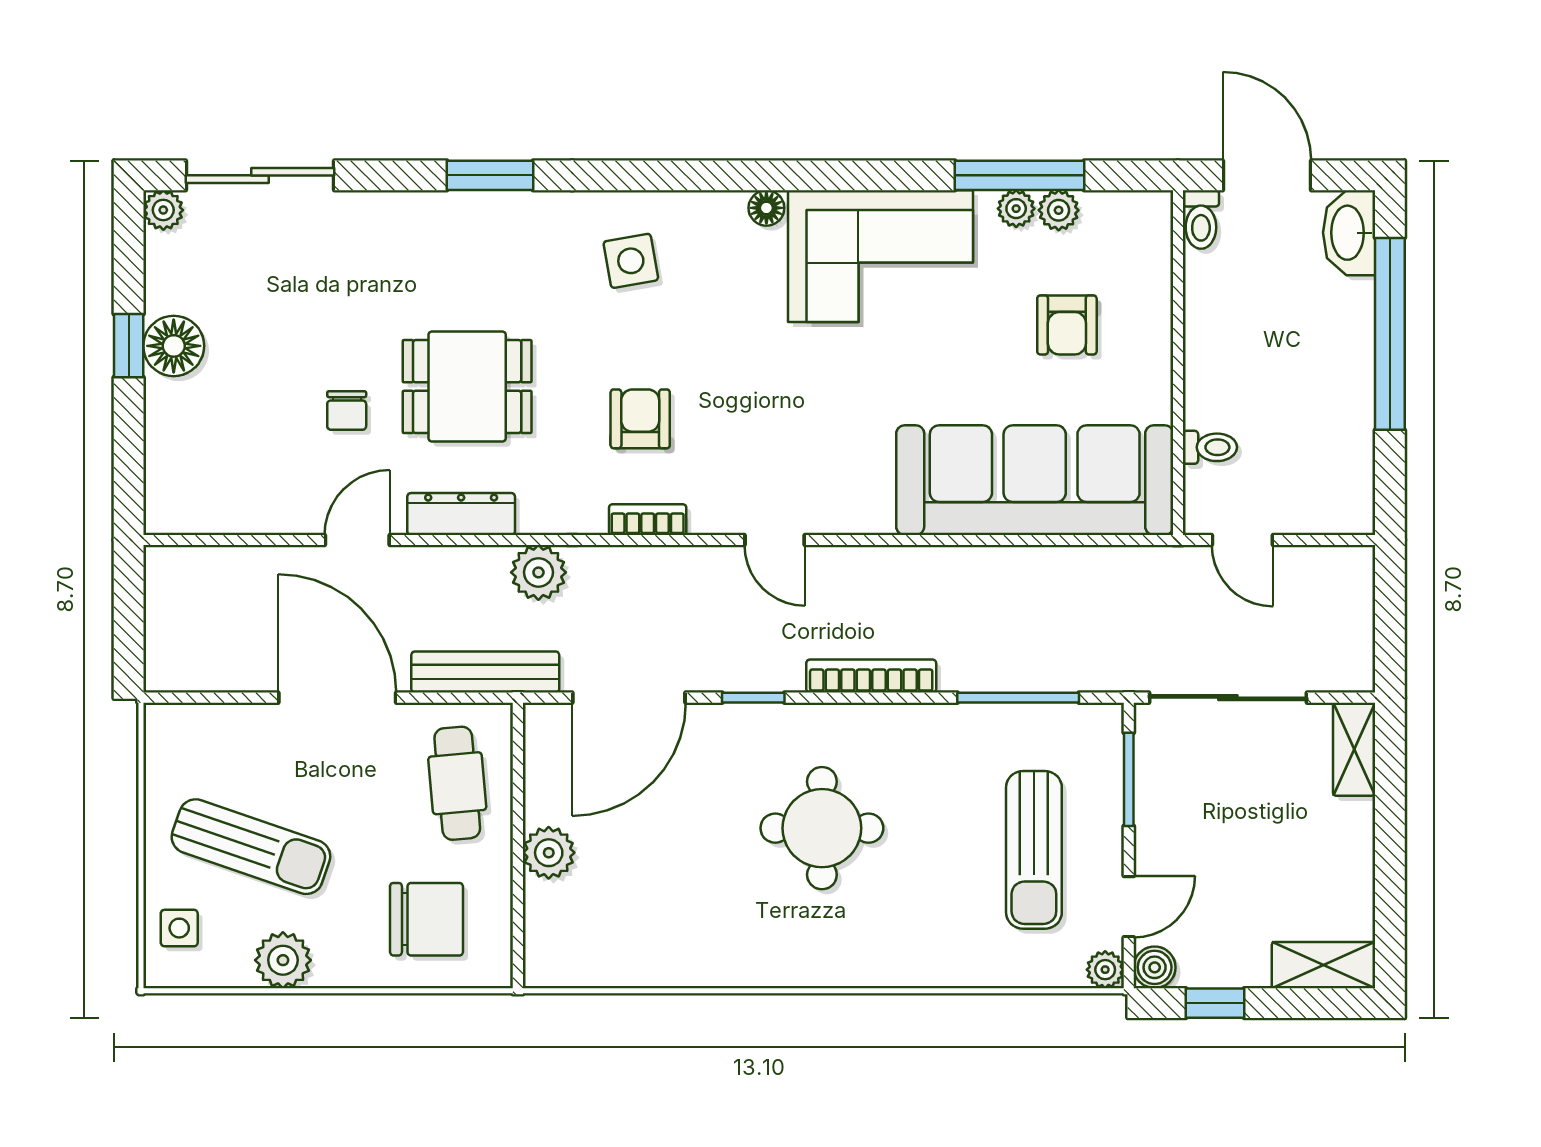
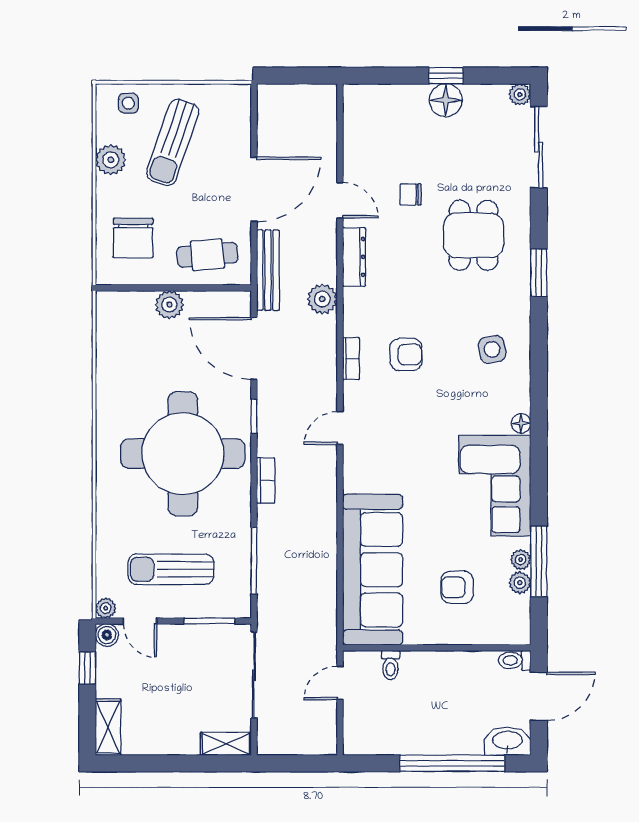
dining table: (467, 387) -> (474, 235), moved
bookcase: (871, 676) -> (266, 481), width x0.64
round table: (822, 828) -> (183, 454), width x1.86, depth x1.86

